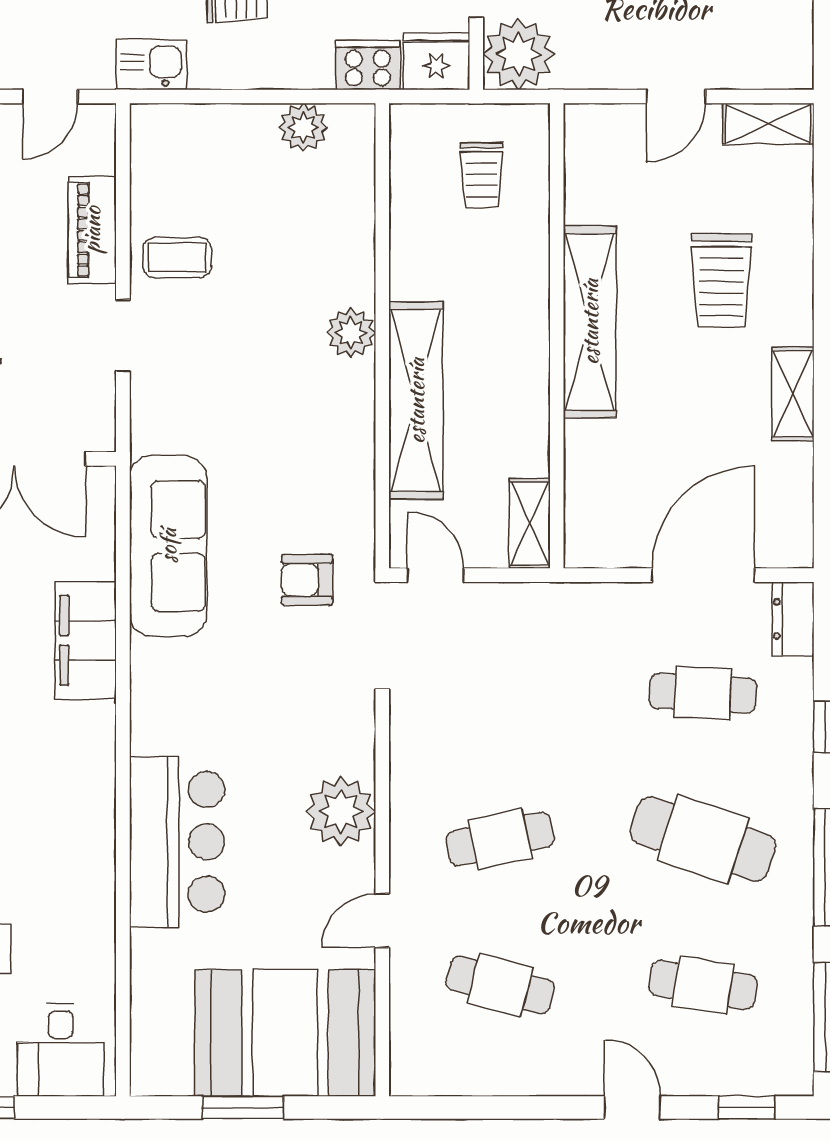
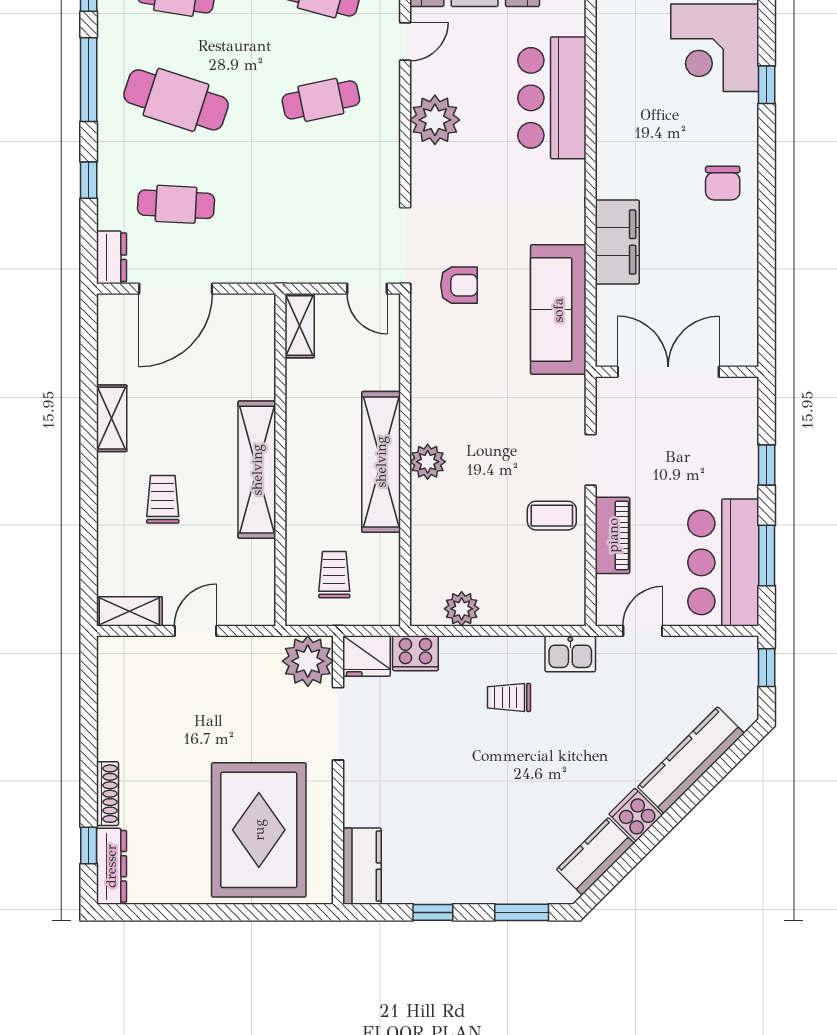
trolley: (721, 280) -> (163, 499), width x0.73, depth x0.72
shelving: (416, 401) -> (381, 462), moved

